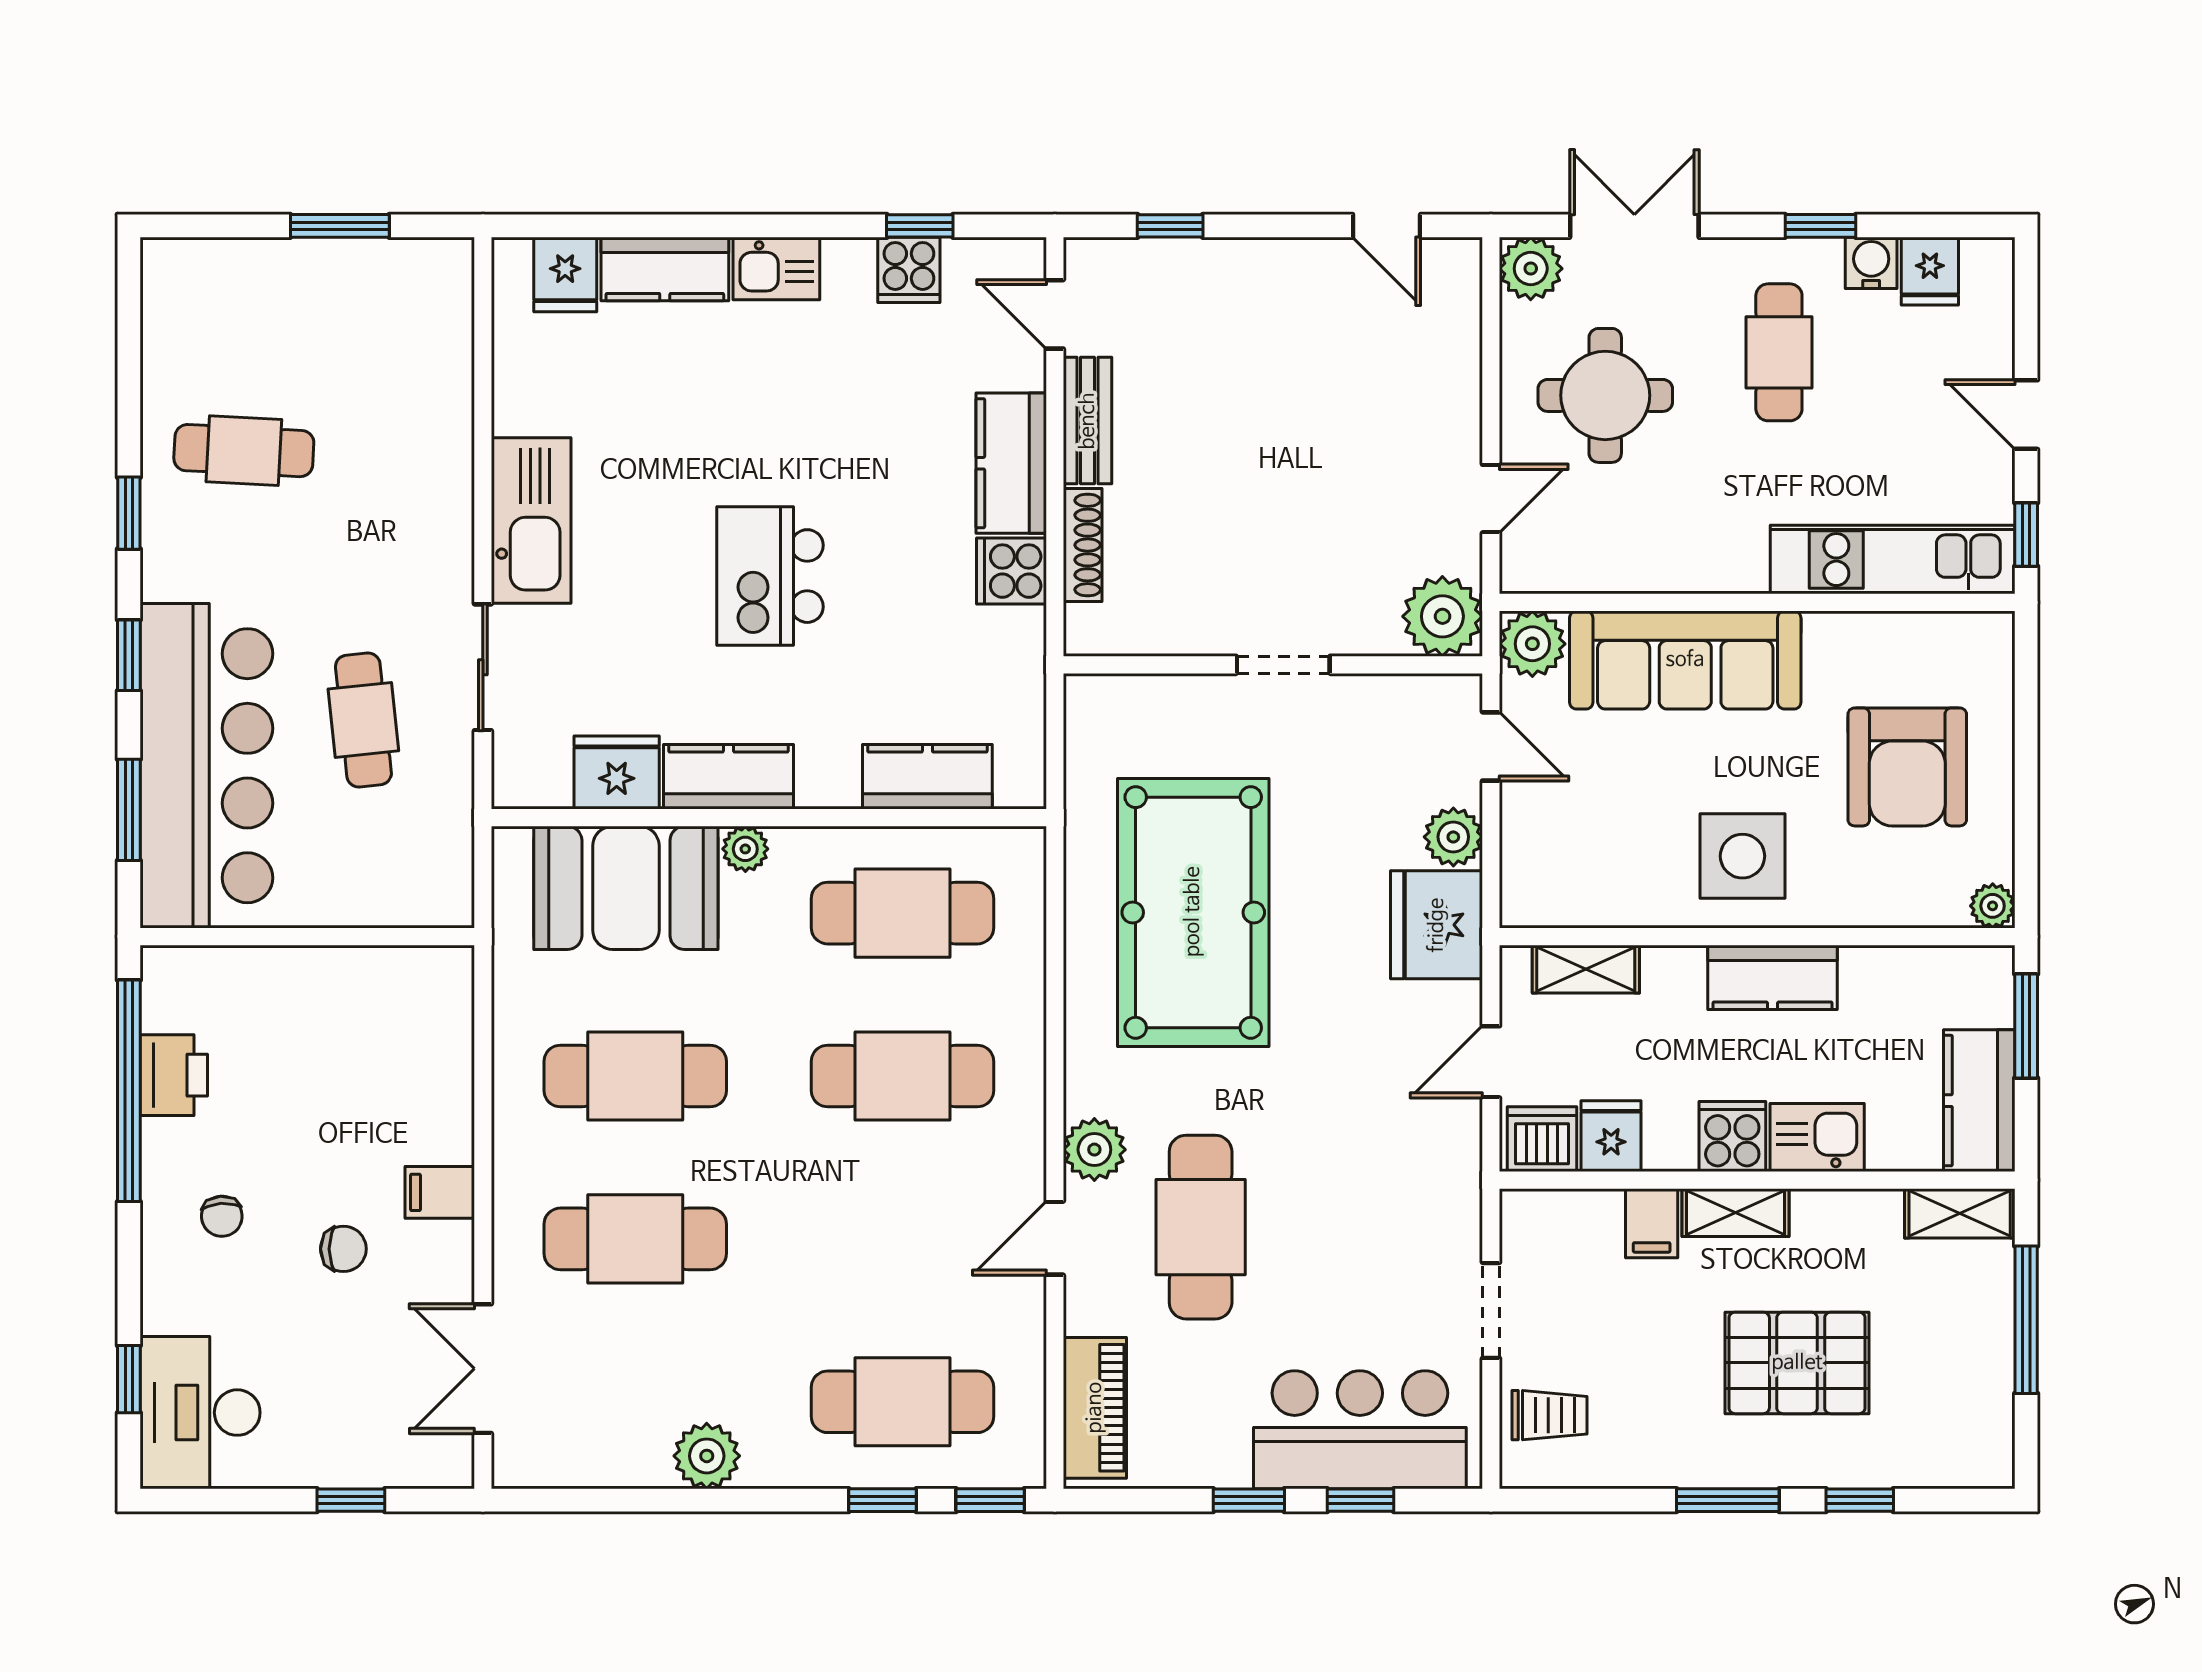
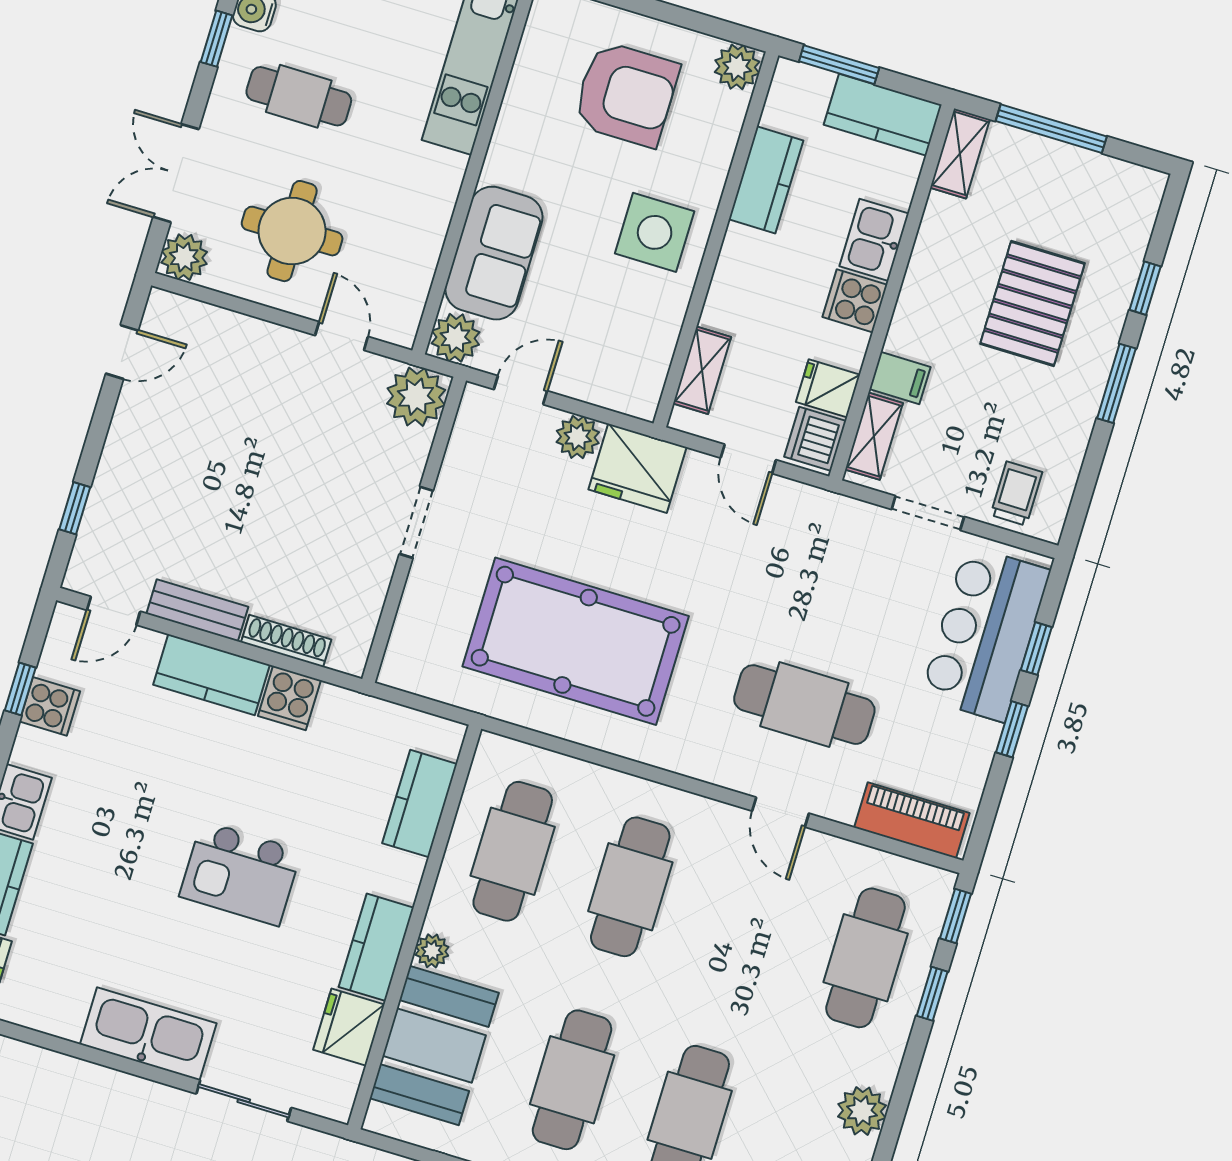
sofa: (1685, 660) -> (494, 253), width x0.73
plant: (1993, 906) -> (737, 67), width x1.38, depth x1.38
kitchen counter: (1772, 977) -> (766, 180), moved
plant: (1094, 1150) -> (725, 764), removed
shelving: (1735, 1213) -> (874, 436), moved

